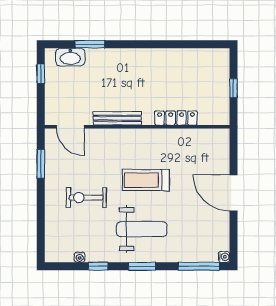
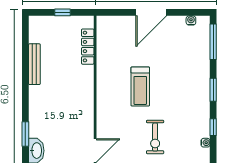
bench: (117, 118) -> (34, 64), moved
locker: (176, 118) -> (88, 47), moved
weight bench: (142, 229) -> (182, 90), removed
water cooler: (224, 257) -> (191, 20), moved

